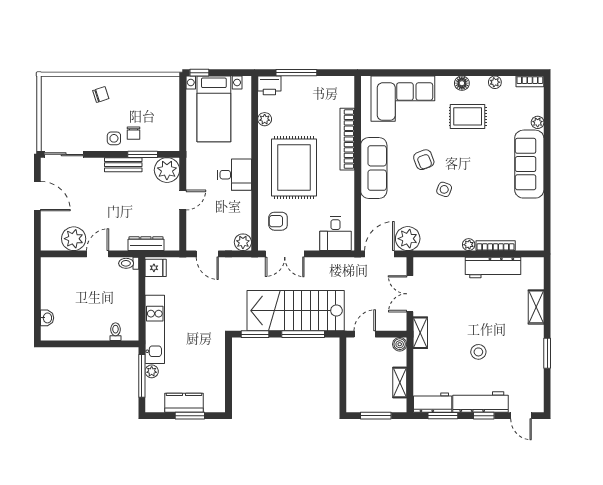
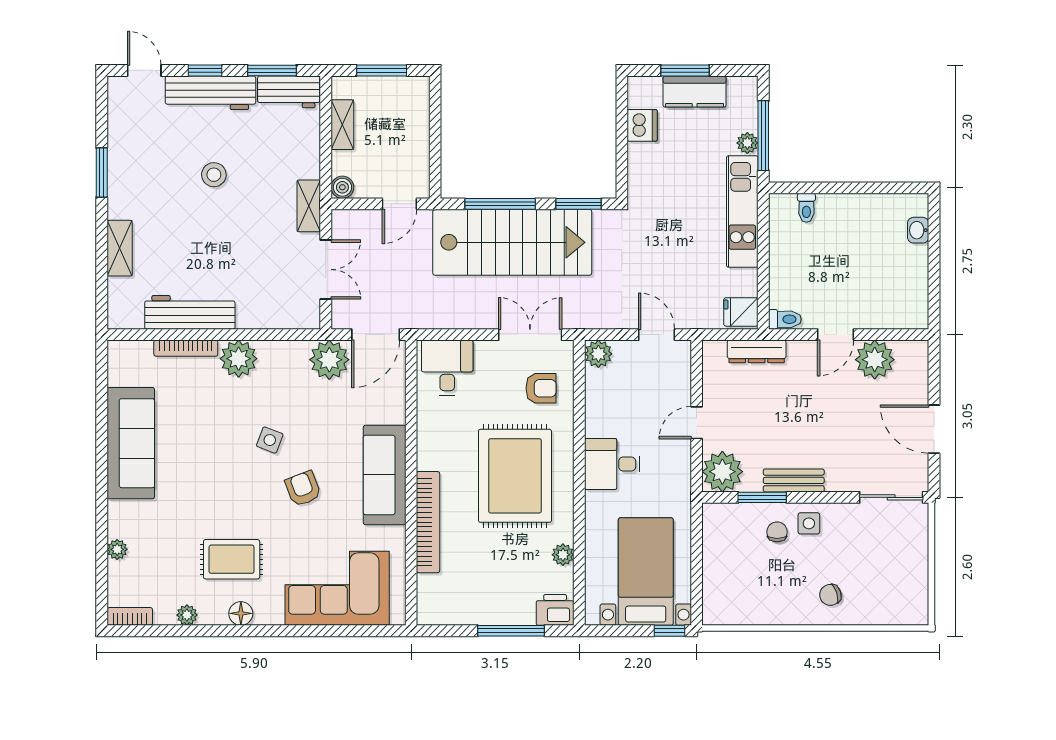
sofa: (529, 164) -> (131, 443), moved
plant: (469, 245) -> (239, 359), width x1.88, depth x1.88
dishwasher: (216, 382) -> (642, 125), added

